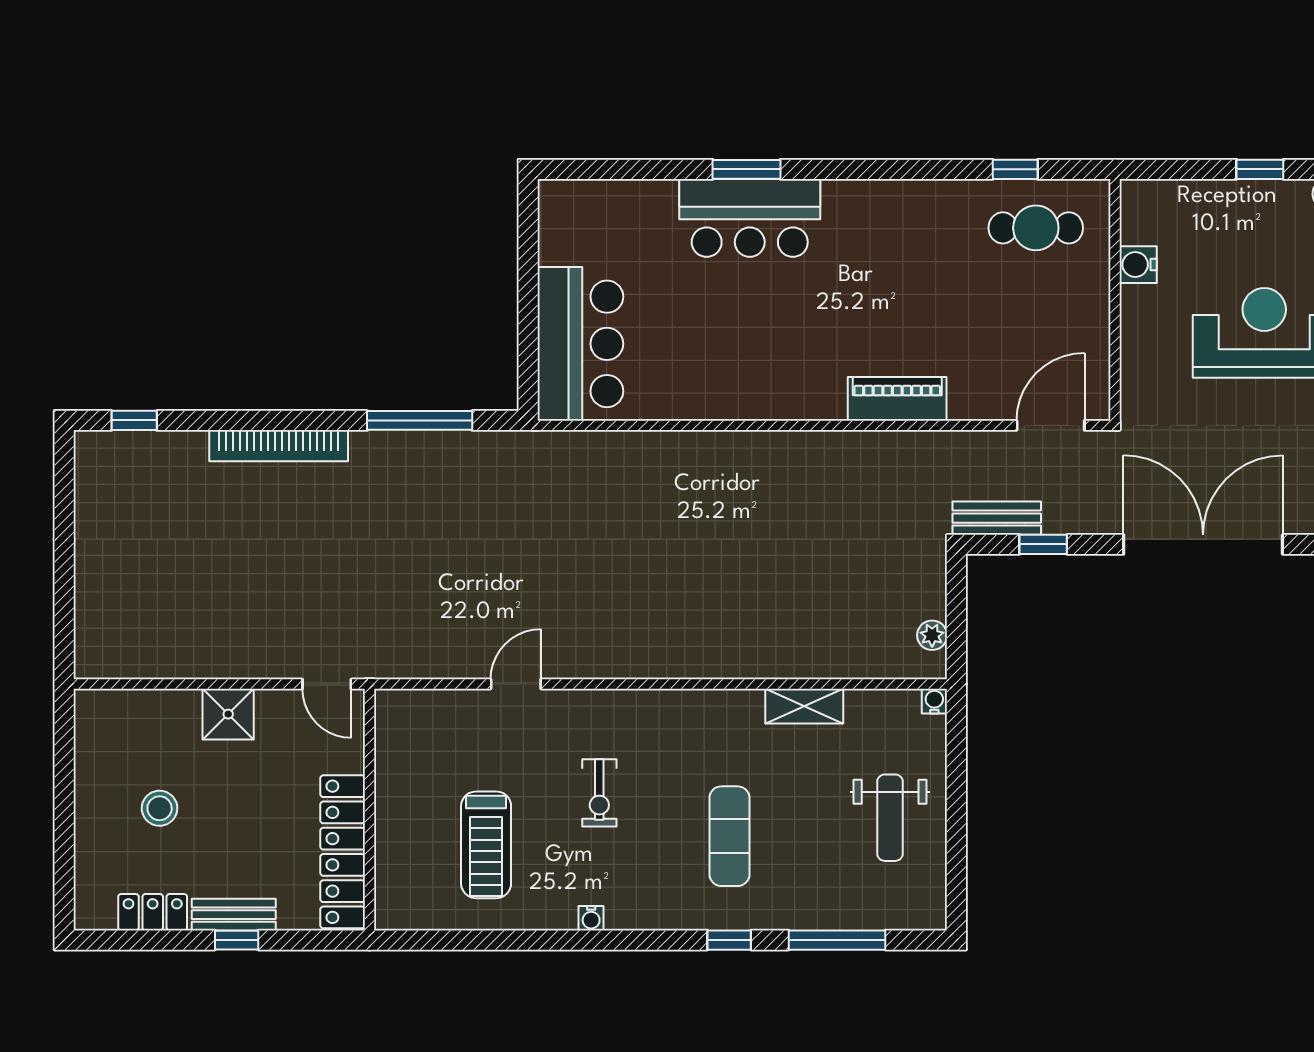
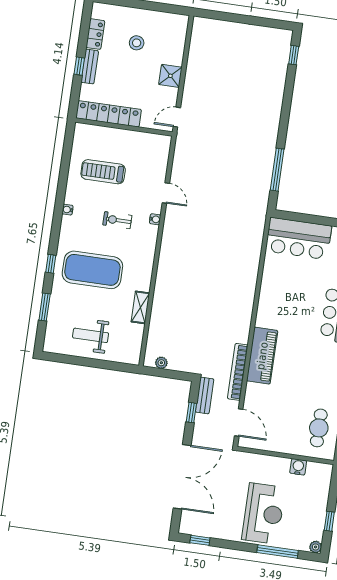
piano: (897, 399) -> (262, 356), width x1.37, depth x1.33
bookcase: (279, 446) -> (238, 372), moved
water cooler: (934, 701) -> (155, 219), moved
exercise mat: (729, 836) -> (92, 270), width x2.00, depth x1.45
window: (837, 940) -> (45, 307), width x0.69

